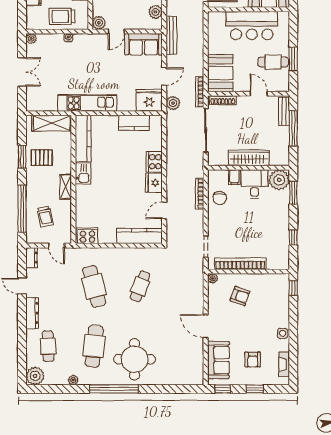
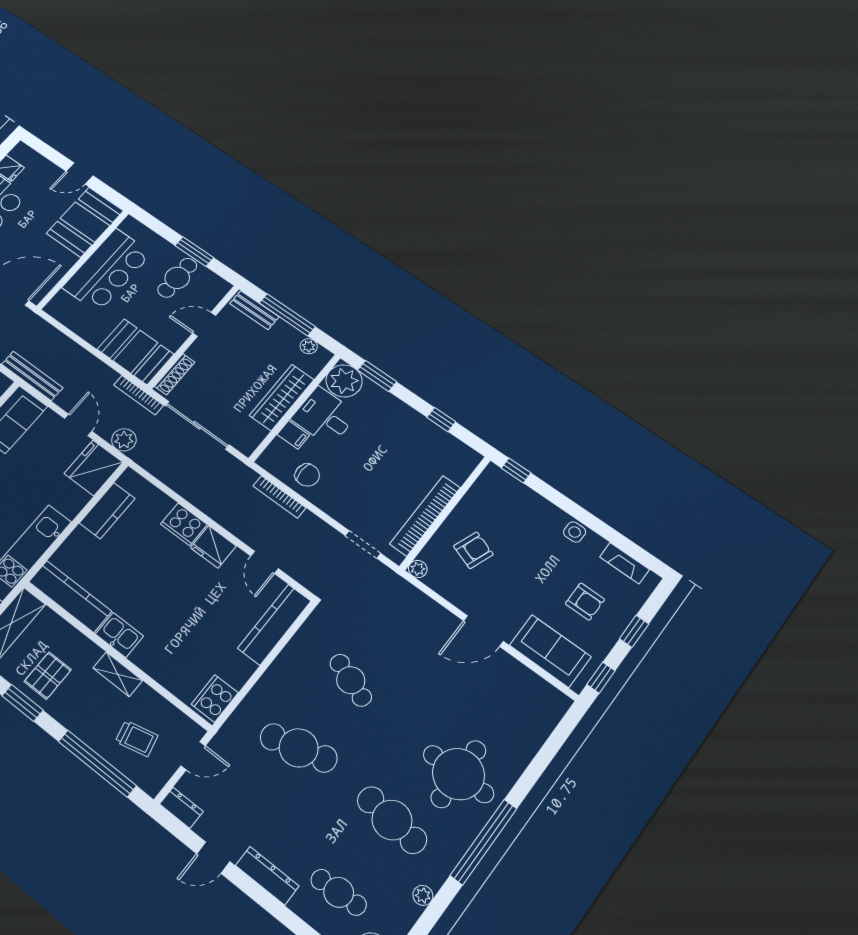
plant: (284, 151) -> (309, 346), added

